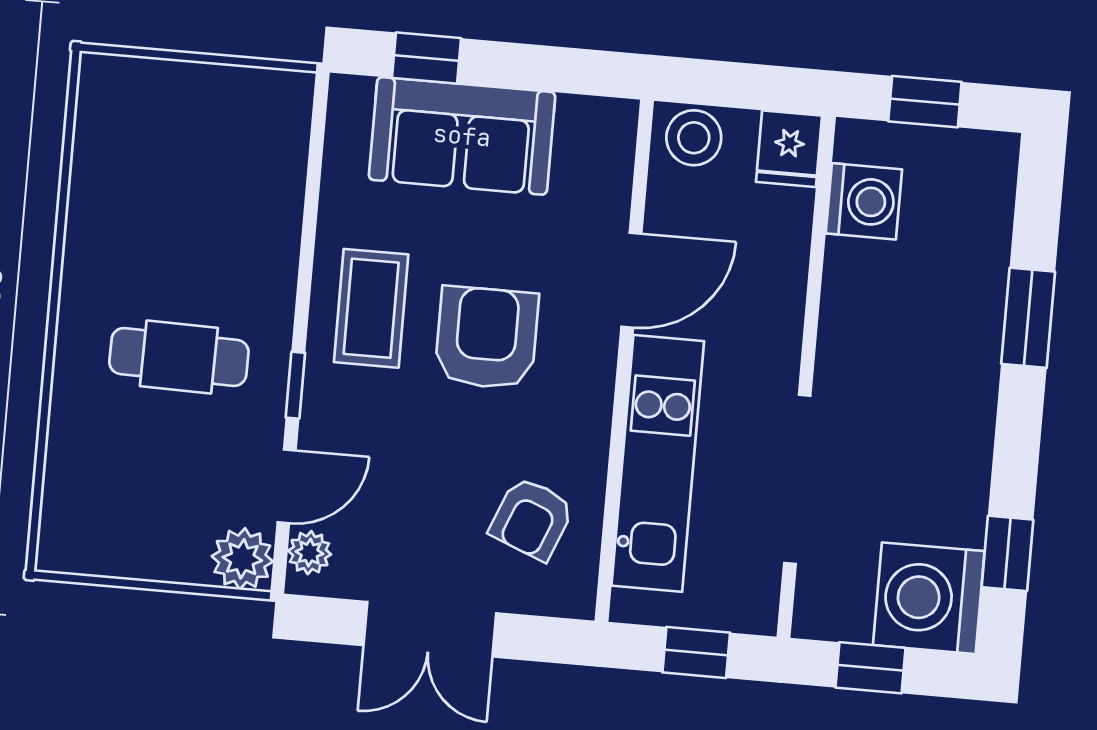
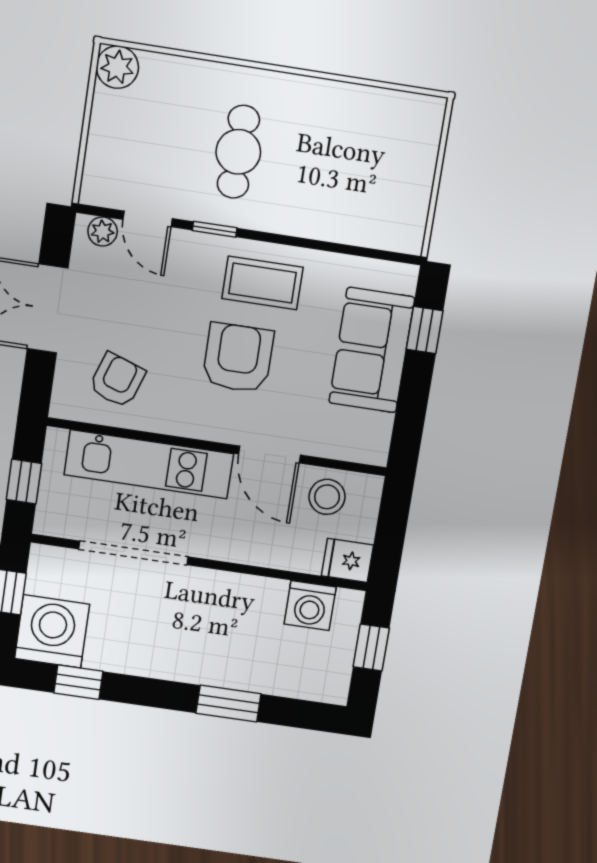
stool: (694, 138) -> (327, 497), moved
armchair: (487, 338) -> (238, 358), turned -90
armchair: (532, 519) -> (117, 380), turned 87
plant: (242, 559) -> (117, 67), moved

